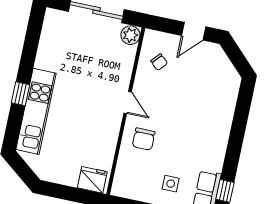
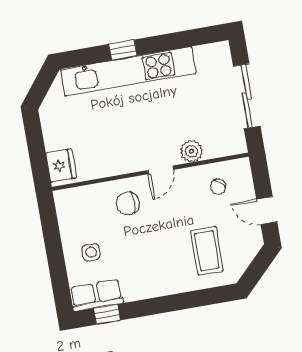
plant: (130, 35) -> (191, 151), moved
coffee table: (206, 91) -> (207, 251), added
kitchen unit: (36, 111) -> (128, 71), width x1.36

